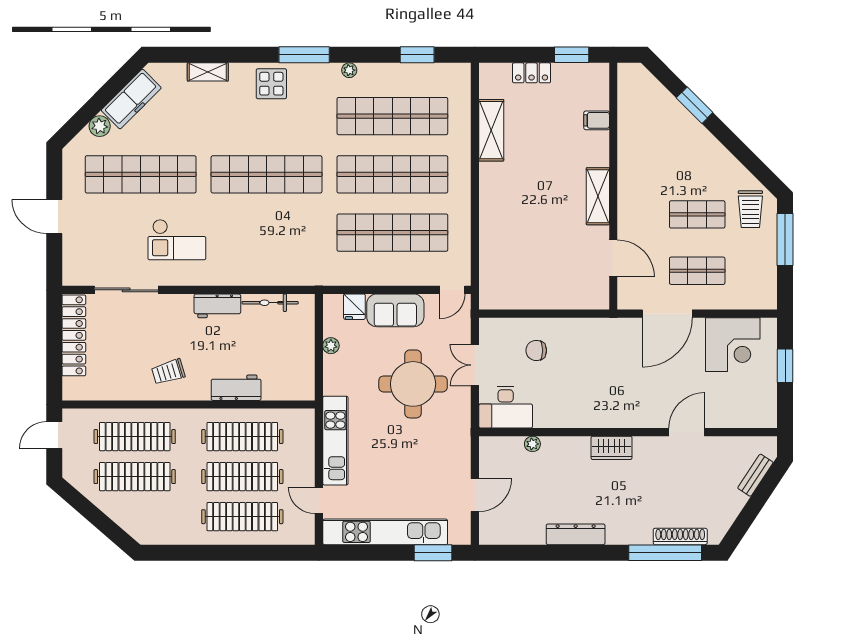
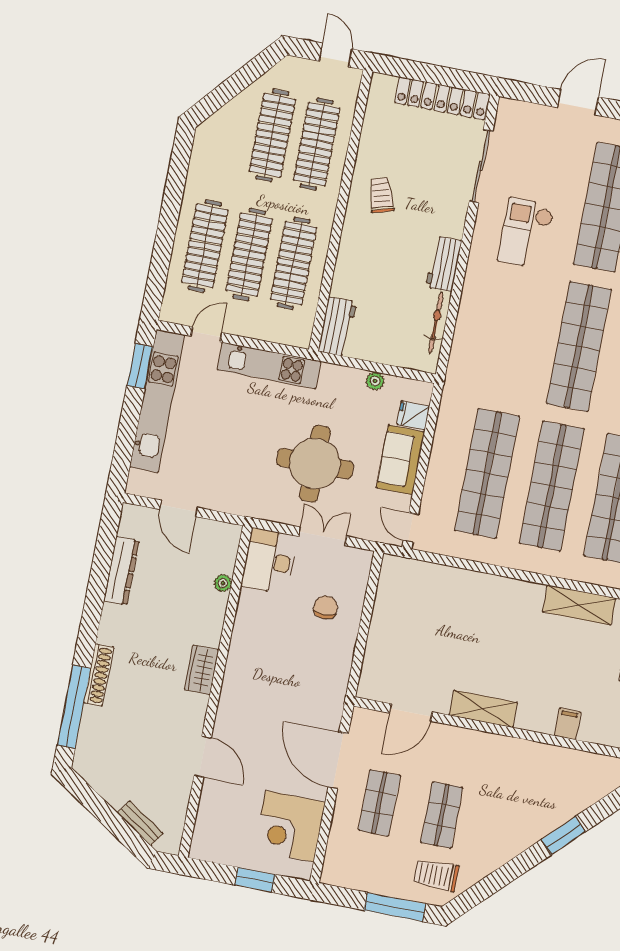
workbench: (236, 388) -> (337, 327), moved
dresser: (576, 534) -> (121, 571), moved
shoe rack: (680, 536) -> (99, 675), moved
window: (433, 553) -> (140, 366), moved

